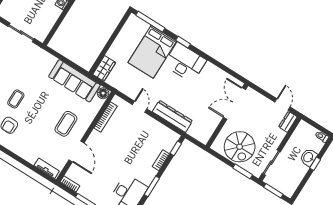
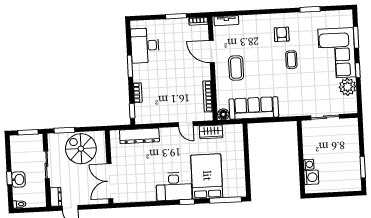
wardrobe: (104, 68) -> (211, 132), moved, turned -90
double door: (235, 103) -> (110, 181), swing flipped
dresser: (172, 116) -> (139, 136), moved
sliding door: (271, 163) -> (46, 165), moved

